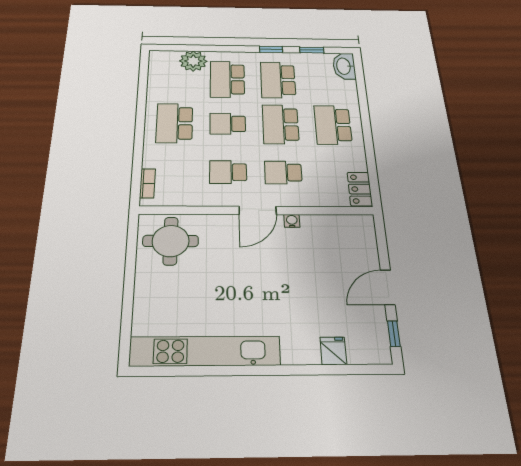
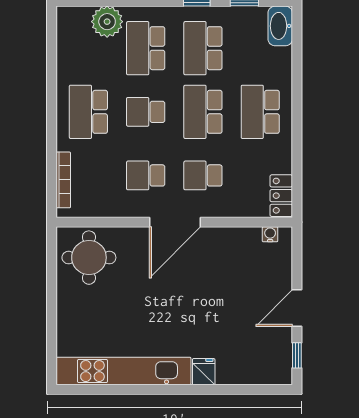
bookcase: (147, 183) -> (63, 180), width x1.56
door: (258, 210) -> (175, 222), width x1.36
water cooler: (292, 221) -> (270, 234), moved
fridge: (333, 351) -> (204, 372), moved

